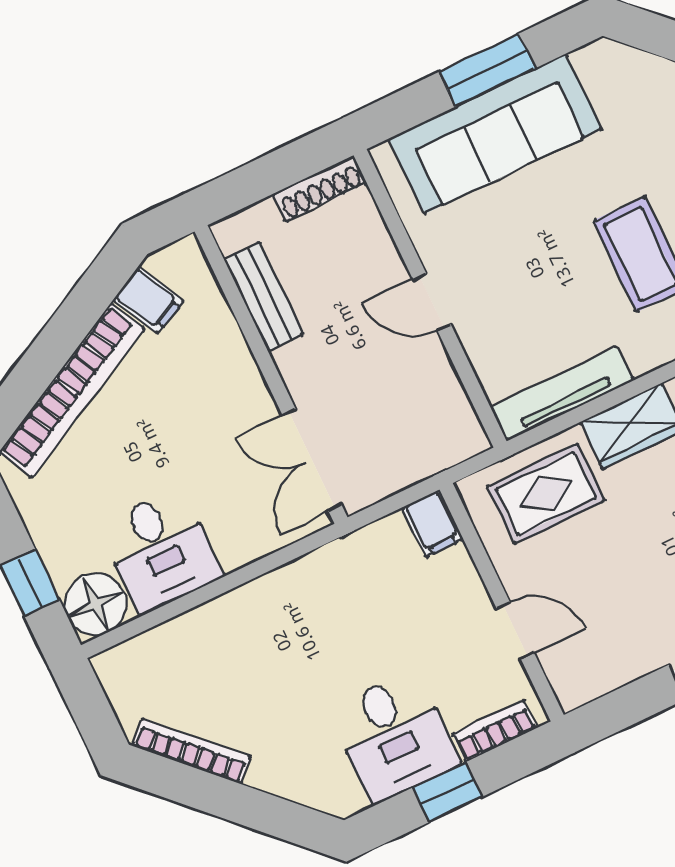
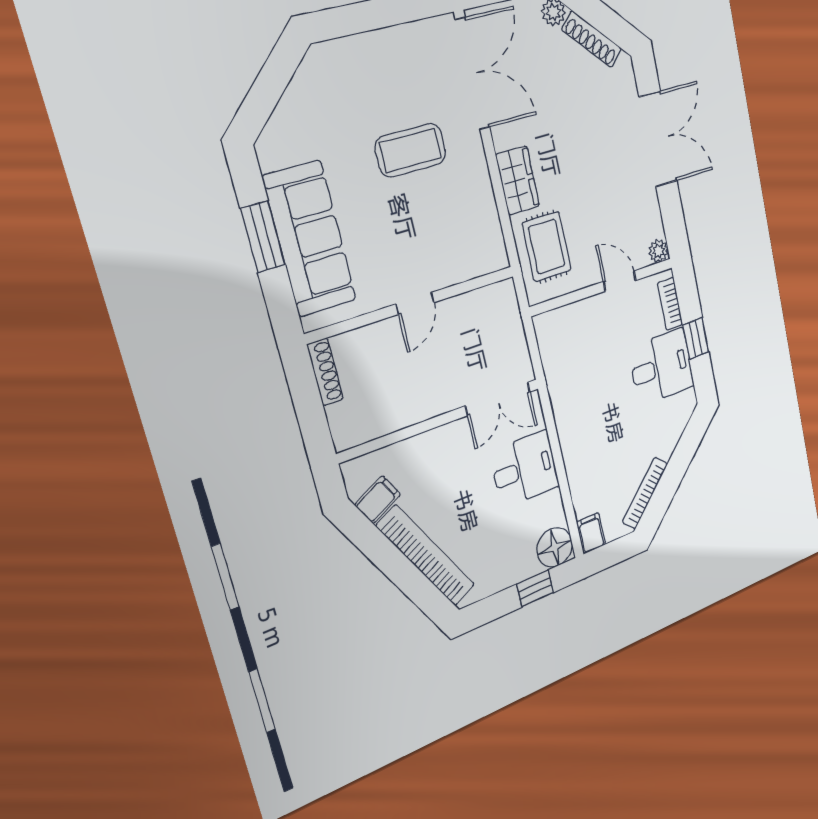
bench: (264, 297) -> (390, 420), removed
tv unit: (562, 394) -> (489, 224), removed
filing cabinet: (433, 523) -> (591, 533), moved, turned -90
desk: (161, 551) -> (524, 469), moved
door: (515, 631) -> (620, 281), hinge flipped
plant: (572, 691) -> (659, 251), added

